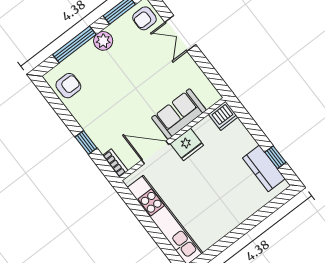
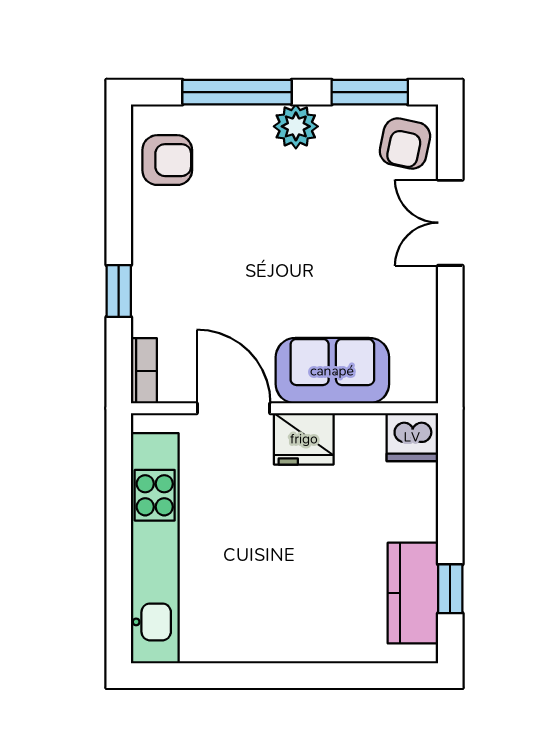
armchair: (144, 18) -> (405, 143), turned -78

